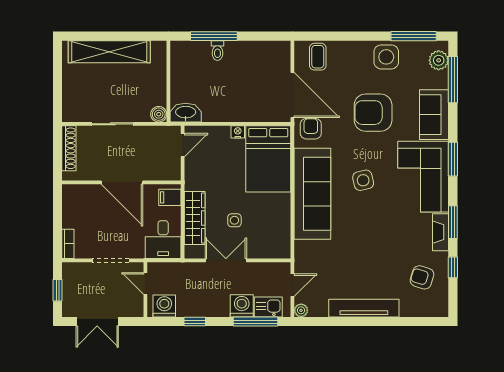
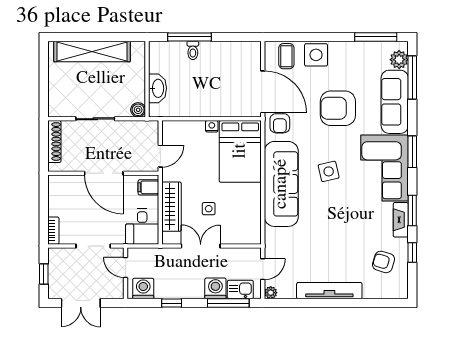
side table: (386, 57) -> (316, 55), moved
washbasin: (186, 113) -> (158, 88), moved, turned 90
sofa: (434, 115) -> (395, 102), width x1.36
armchair: (311, 129) -> (280, 123), turned 180
door: (183, 145) -> (160, 156), moved

